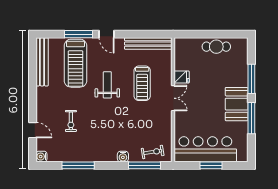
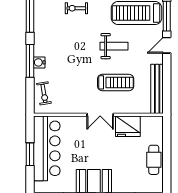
fridge: (182, 77) -> (128, 126), width x1.88, depth x1.34
treadmill: (142, 83) -> (116, 82), turned 180
window: (145, 165) -> (30, 61), moved

